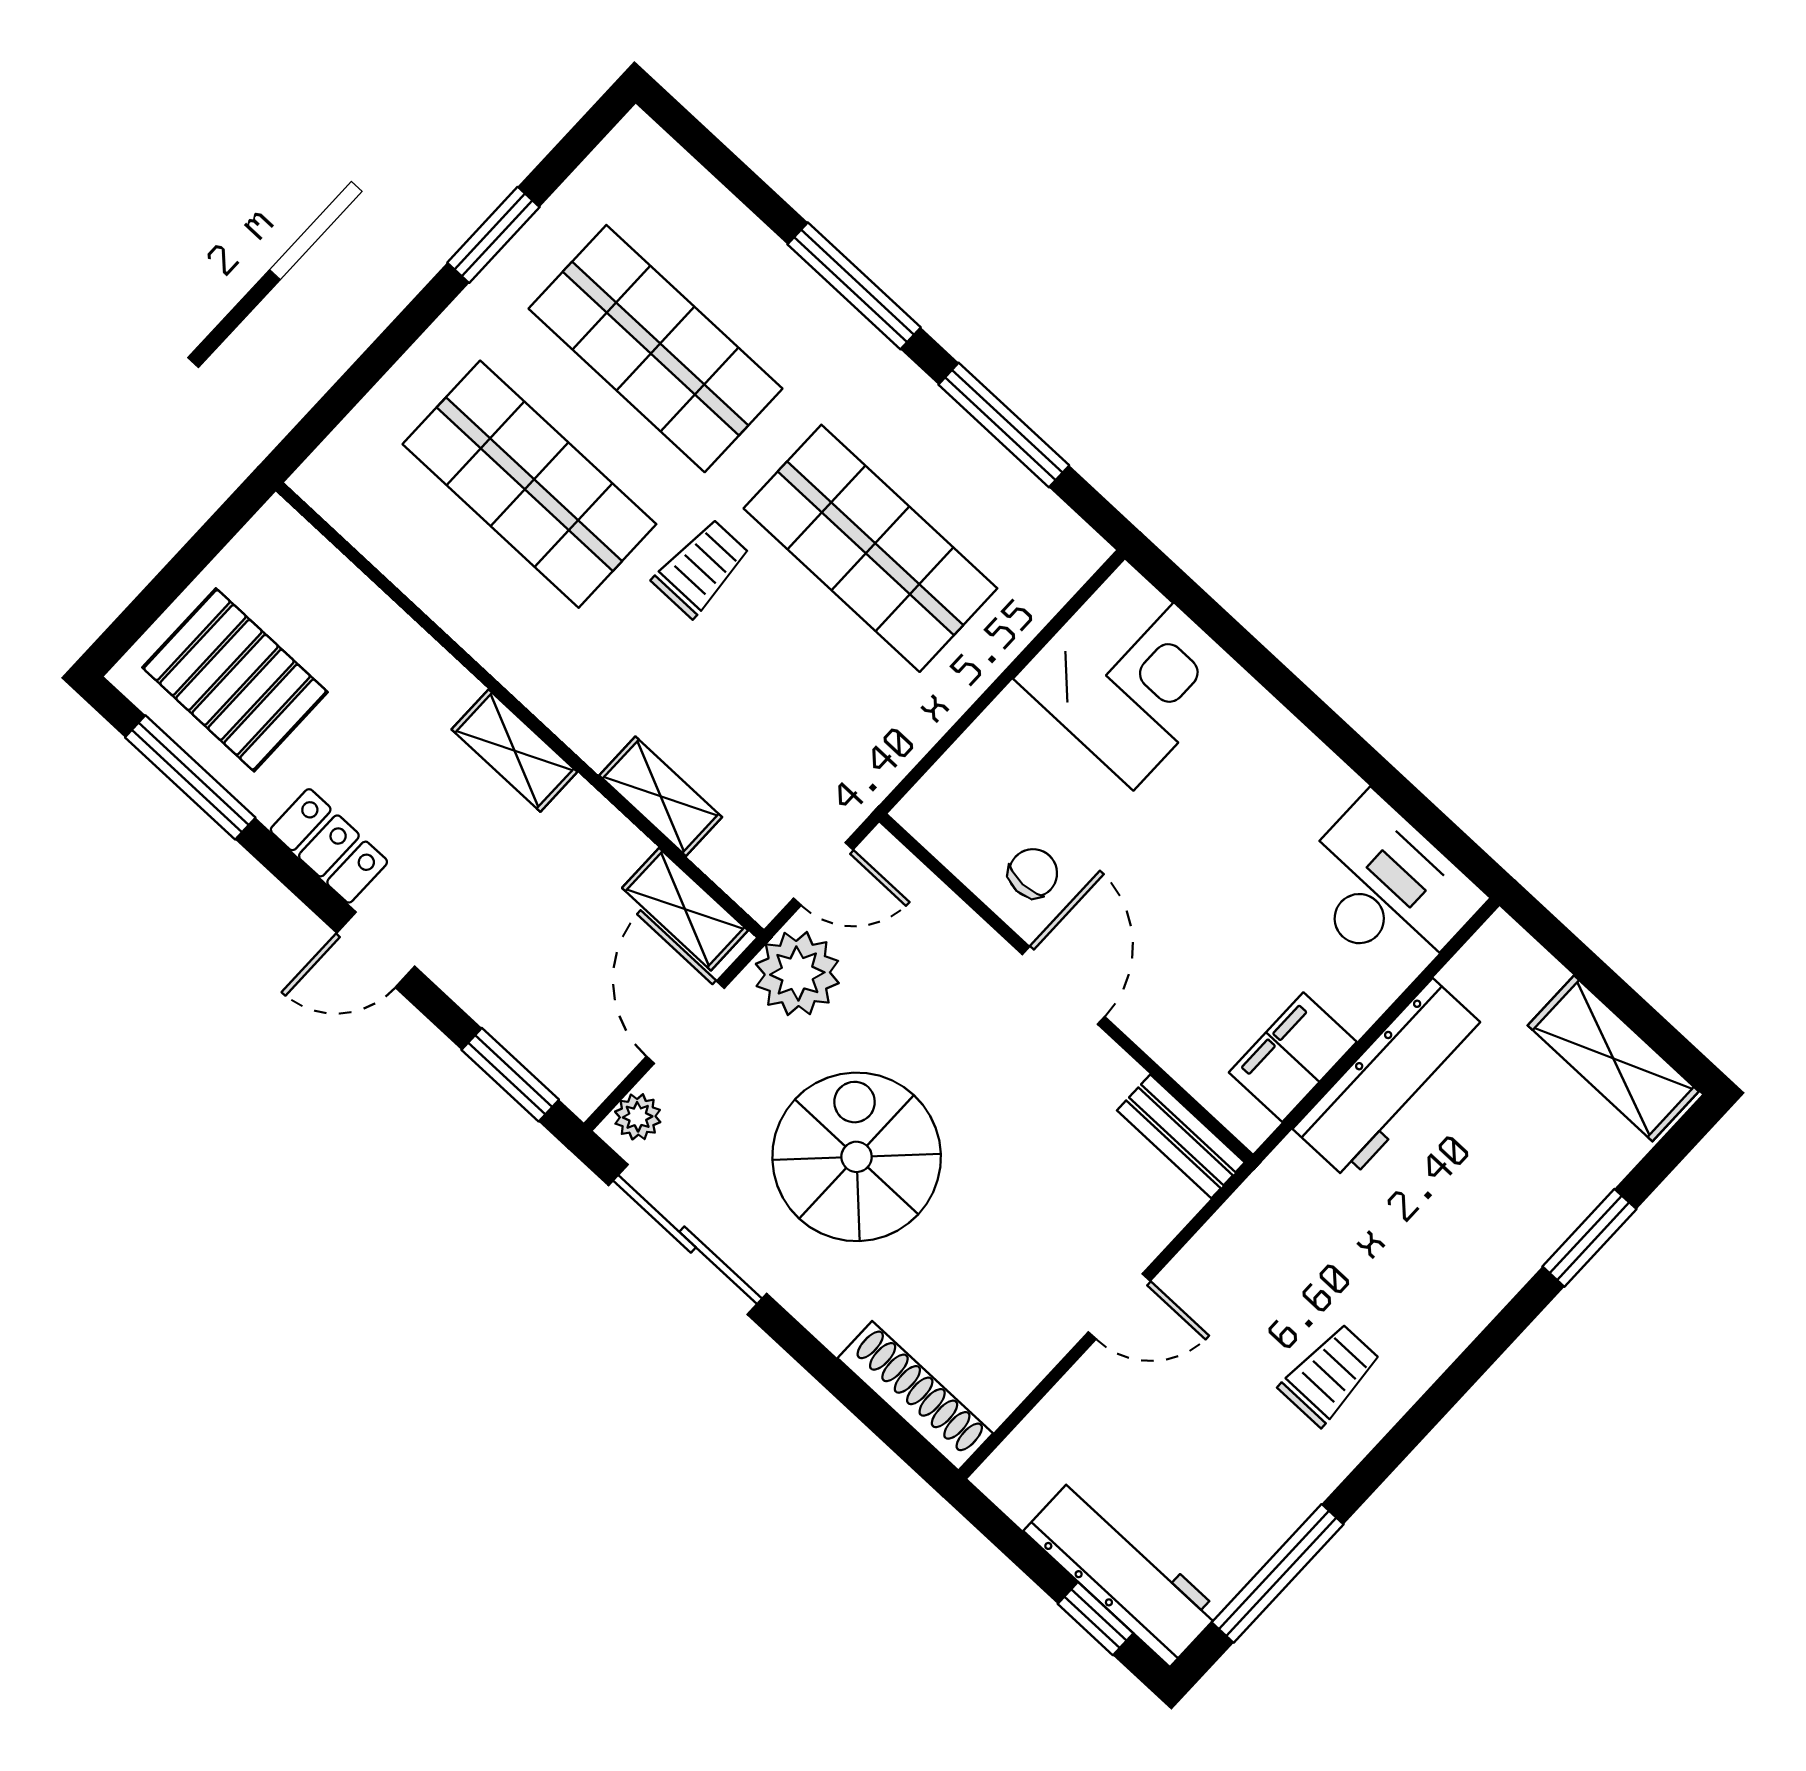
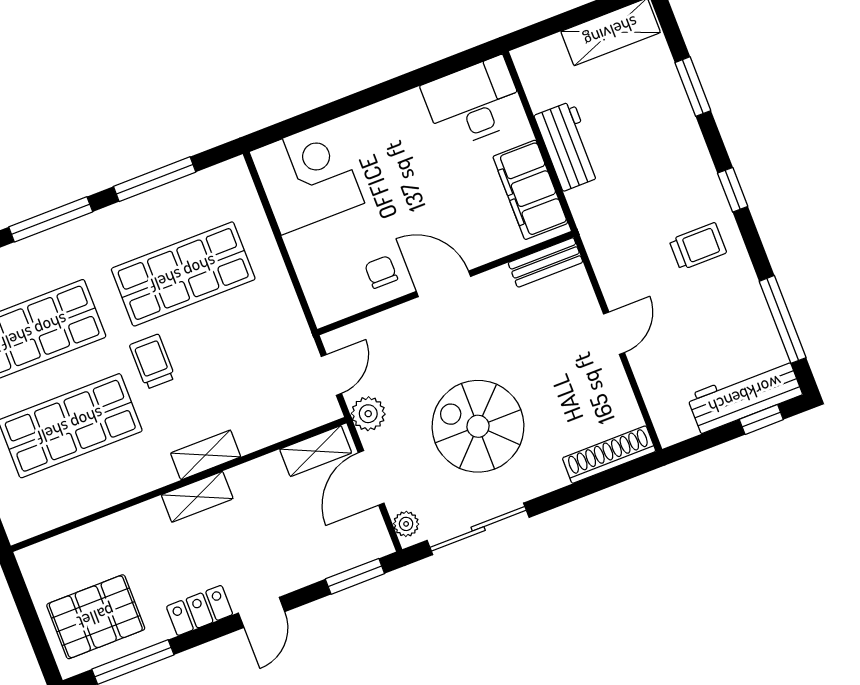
shelving: (661, 796) -> (206, 455), moved
plant: (797, 974) -> (368, 414), width x0.73, depth x0.73
door: (685, 1022) -> (371, 478), hinge flipped
filing cabinet: (1293, 1057) -> (530, 190), width x1.50, depth x1.17
workbench: (1391, 1080) -> (568, 146), width x0.73
trolley: (1330, 1375) -> (698, 246), turned 90
window: (1451, 1386) -> (733, 190), added

